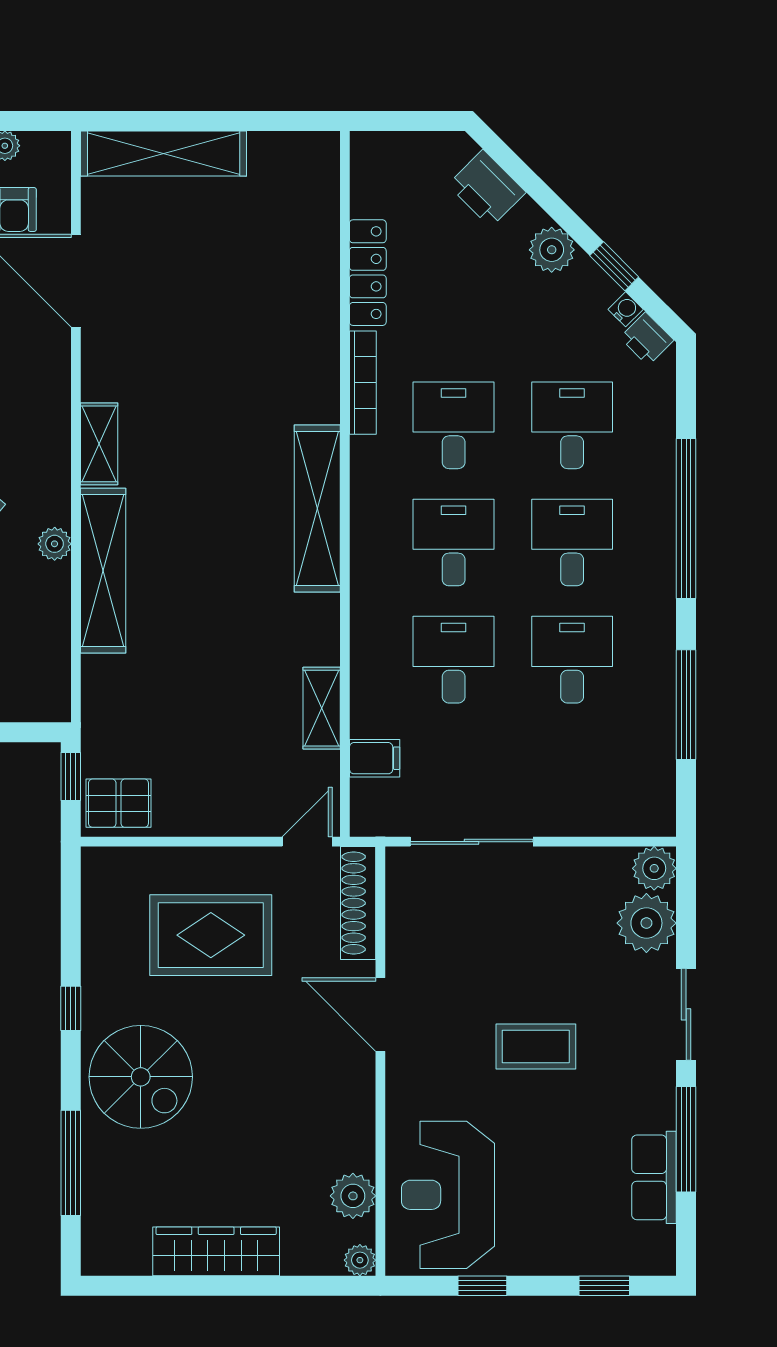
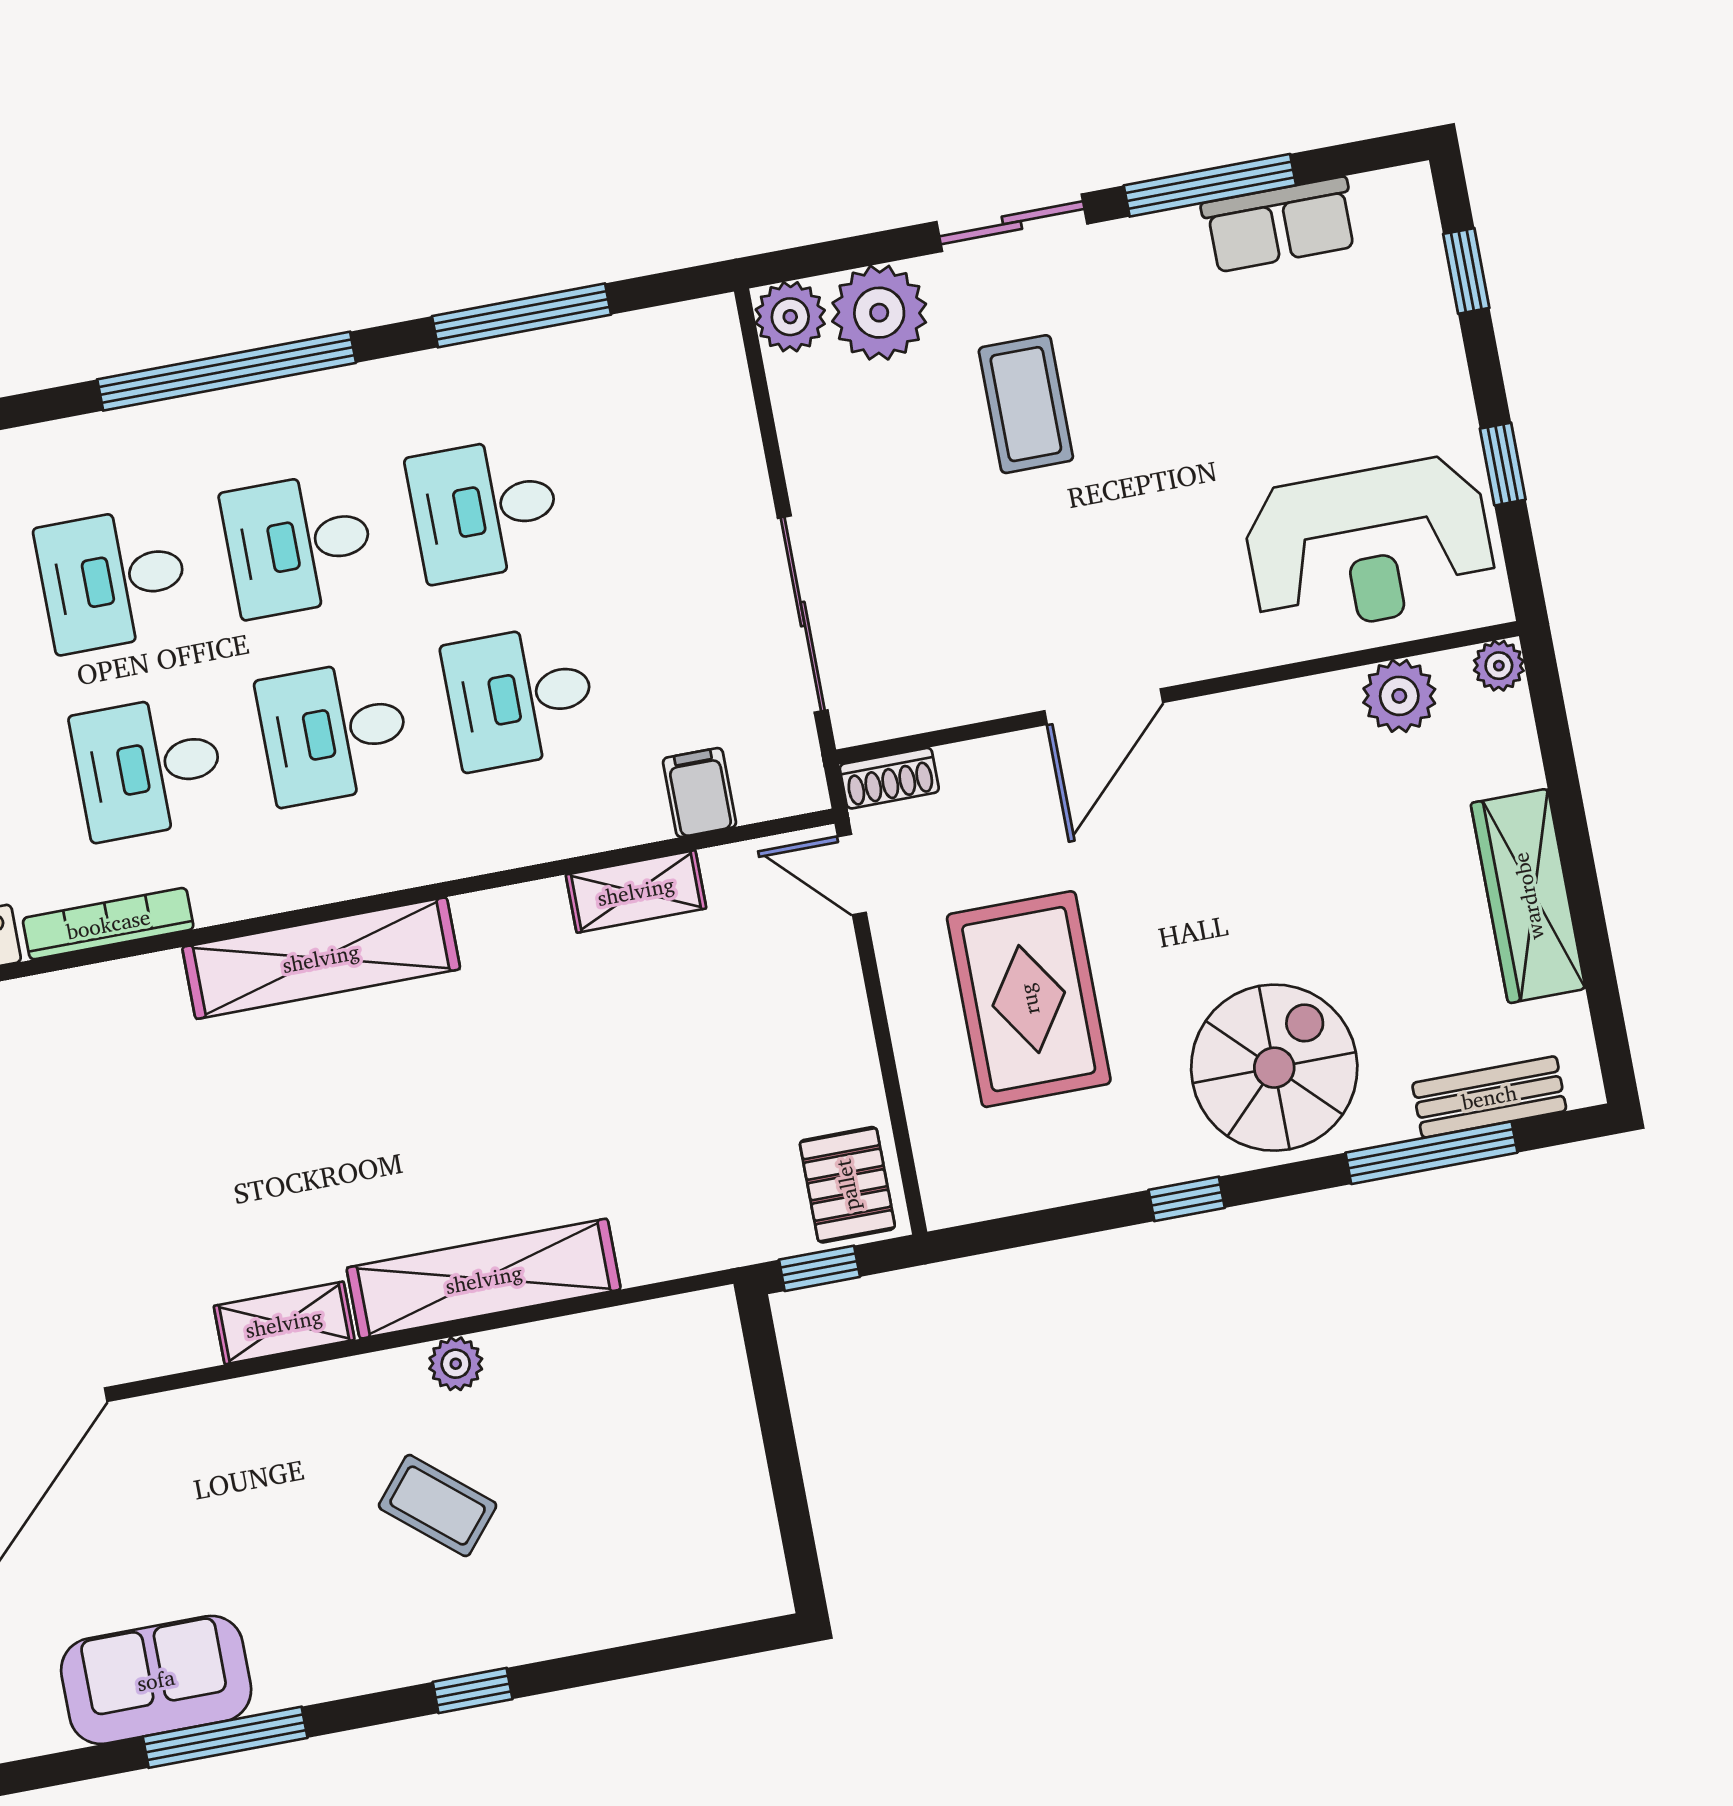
shoe rack: (358, 903) -> (889, 778), width x0.51, depth x0.81
coffee table: (536, 1046) -> (1026, 404), moved
bench: (98, 1205) -> (1489, 1097), added

